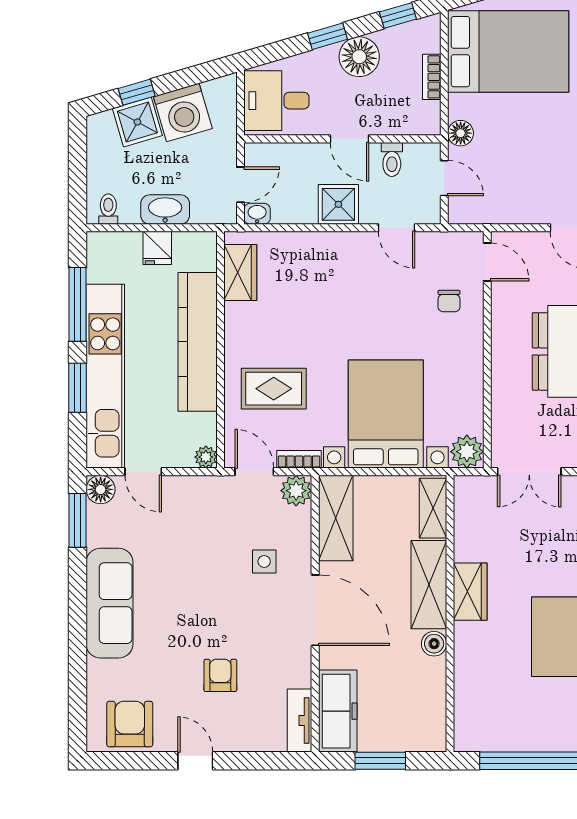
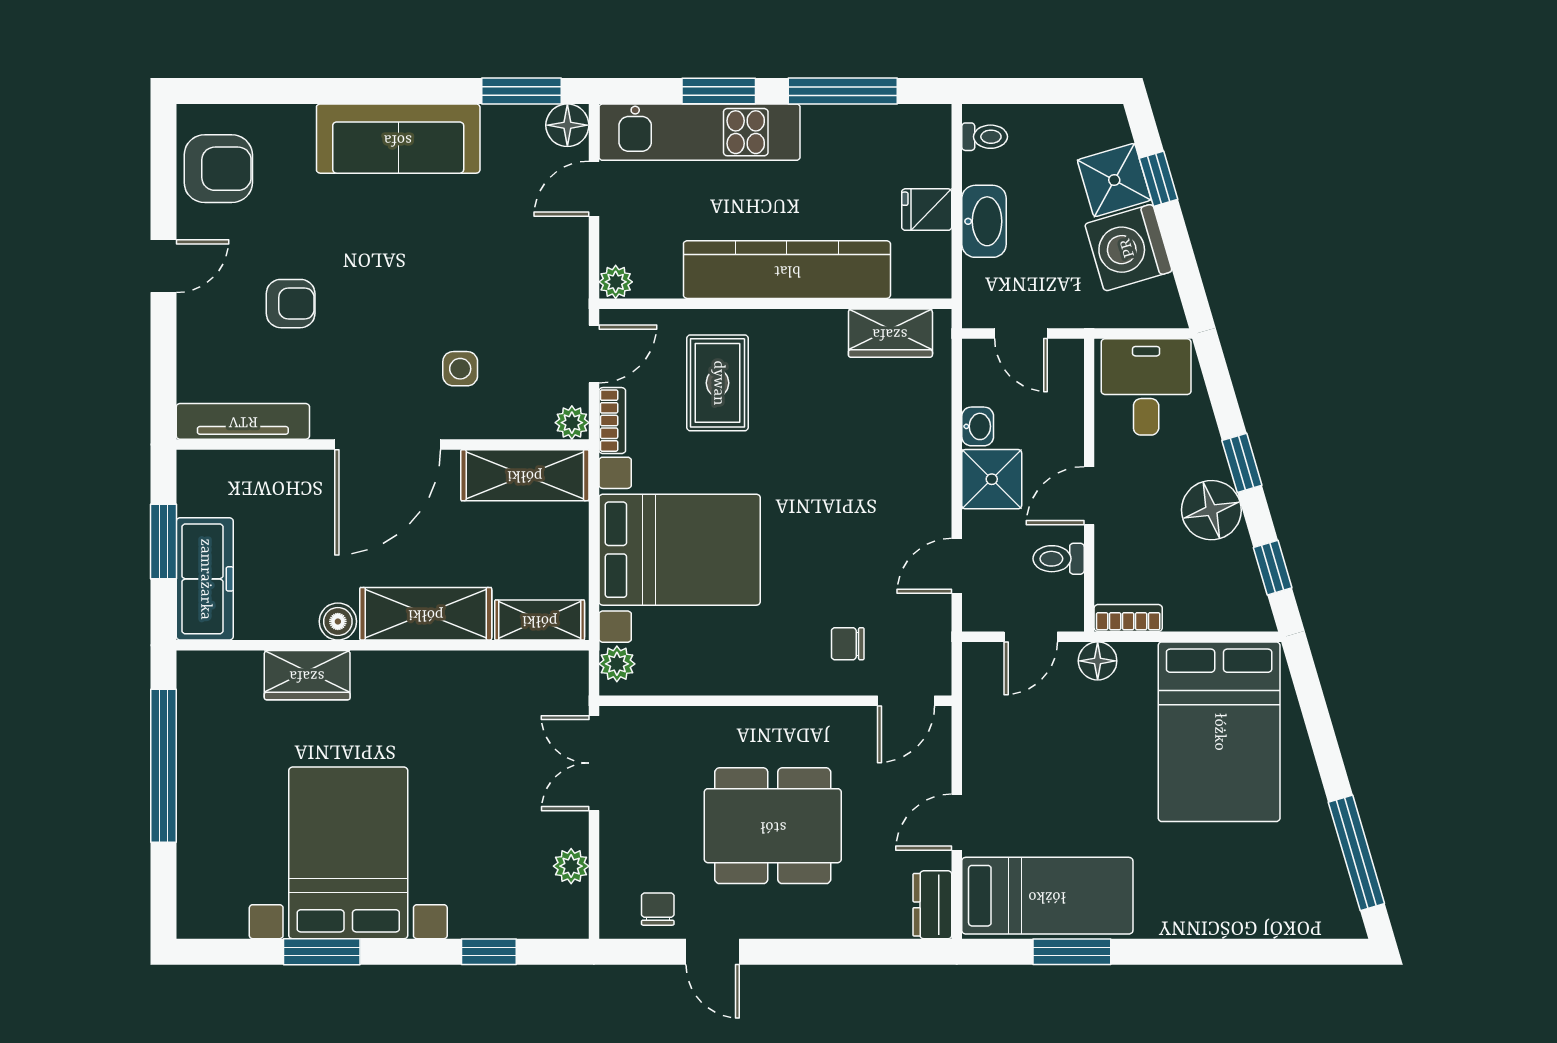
bookcase: (432, 77) -> (1128, 618), moved
washbasin: (257, 214) -> (978, 426), moved
kitchen unit: (105, 376) -> (699, 132), width x0.73
plant: (467, 452) -> (617, 664), width x0.73, depth x0.73
plant: (296, 491) -> (572, 423), width x0.73, depth x0.73
wardrobe: (470, 592) -> (307, 675), moved
freezer: (338, 711) -> (205, 579), moved, turned -90
tv unit: (300, 720) -> (243, 421), width x1.41

